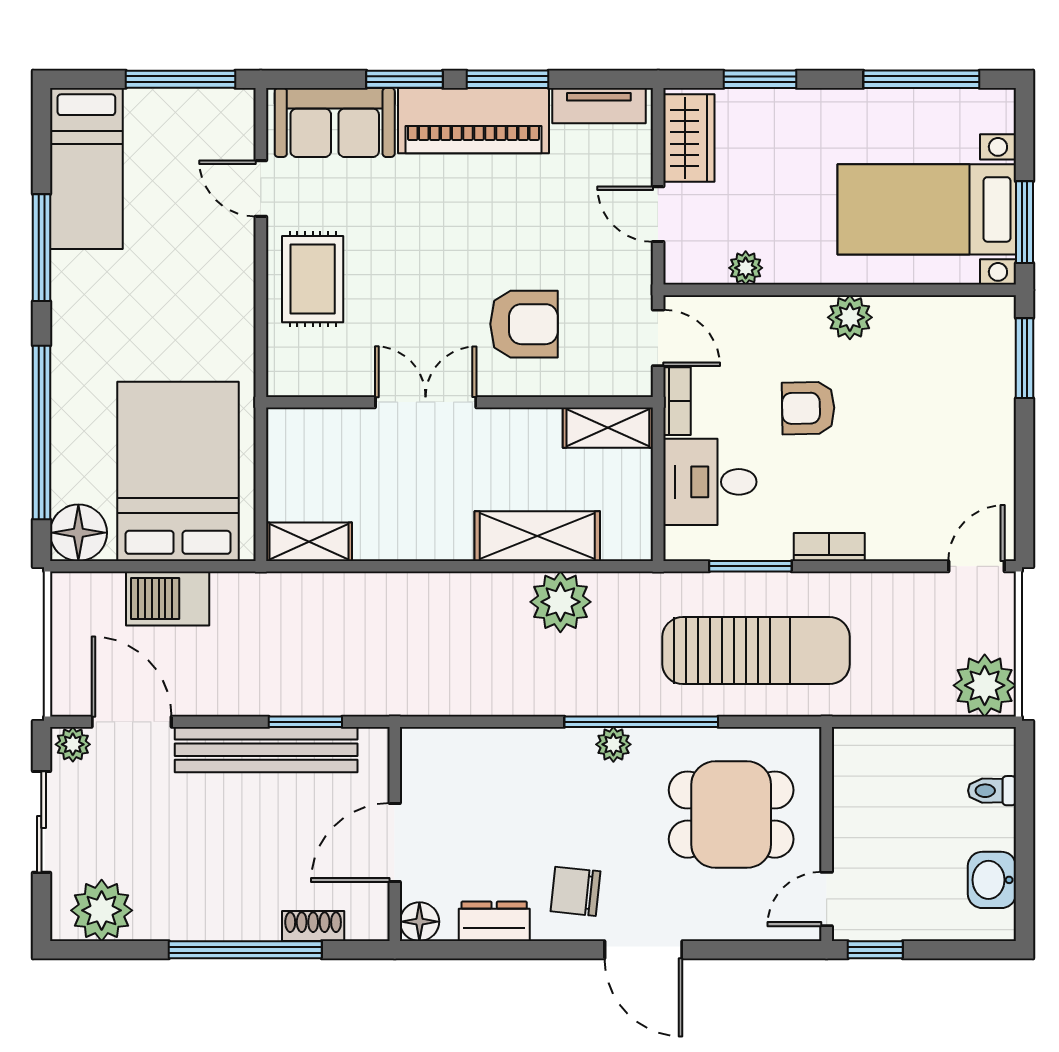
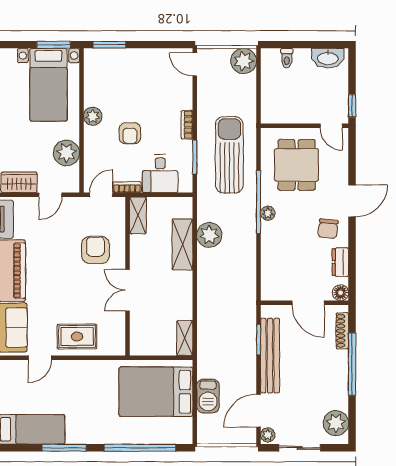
plant: (746, 268) -> (66, 153), width x1.88, depth x1.88
floor lamp: (78, 533) -> (181, 433), removed
washbasin: (992, 880) -> (328, 58), width x1.38
shoe rack: (313, 926) -> (342, 331), width x1.43

